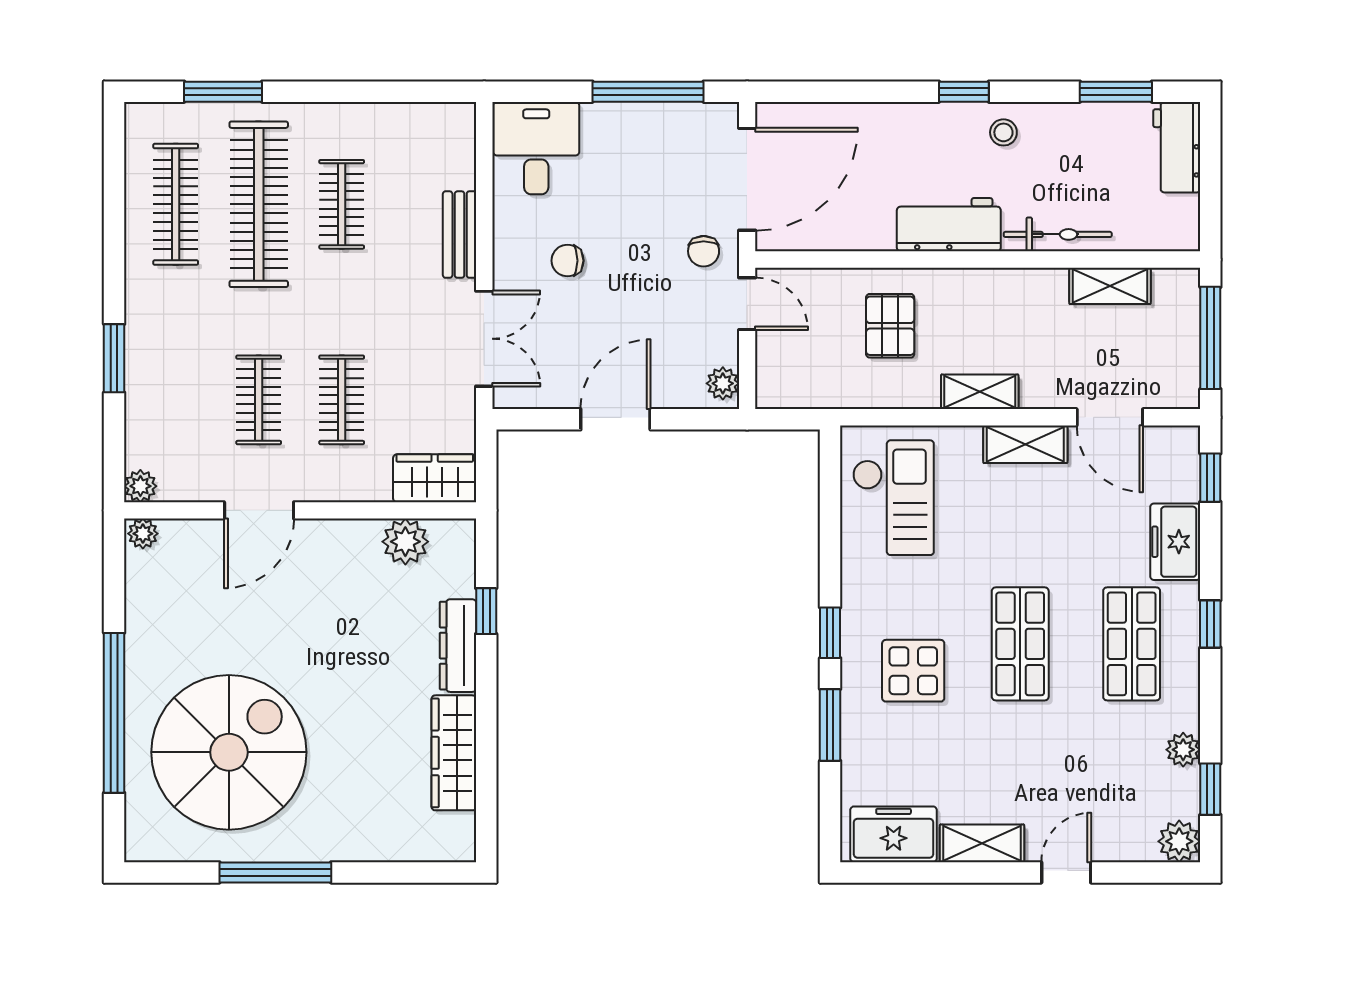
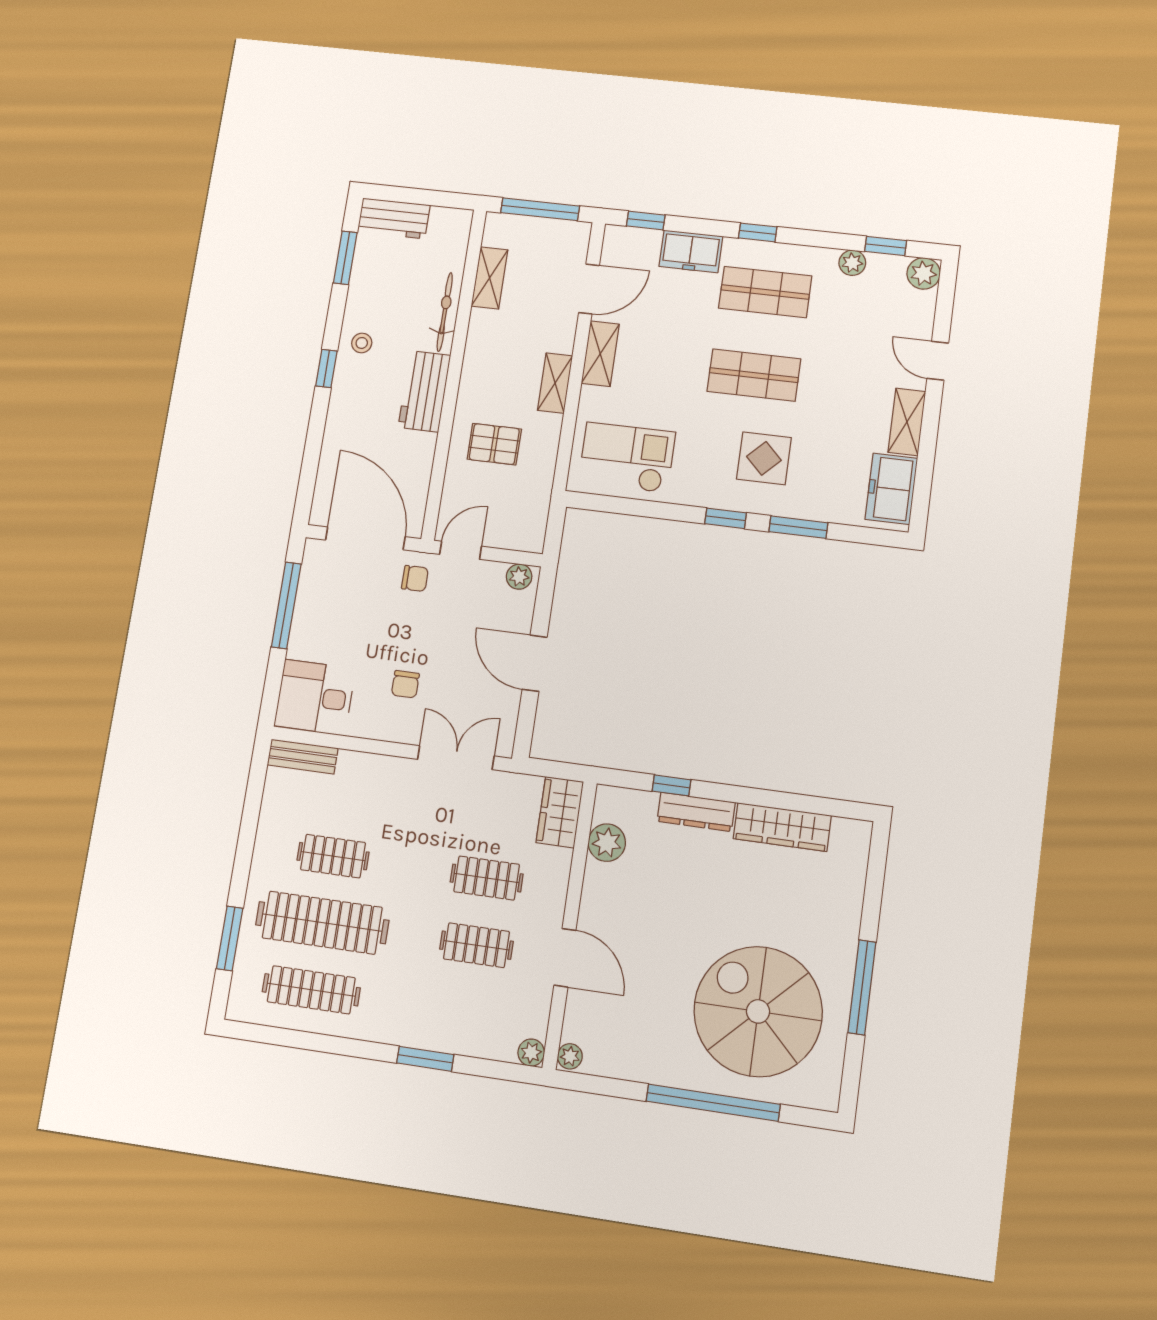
bench: (460, 235) -> (303, 757), moved

